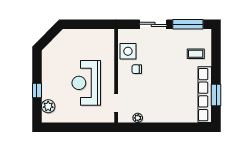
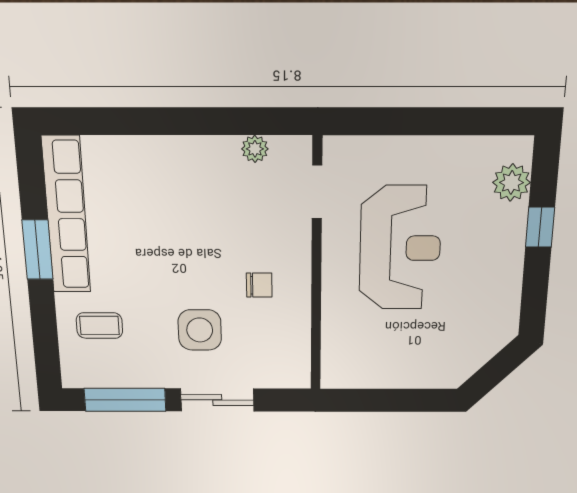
side table: (128, 51) -> (200, 330), moved
window: (216, 95) -> (38, 250), moved

